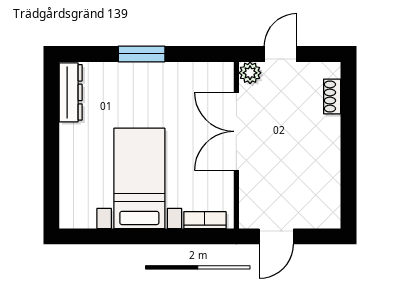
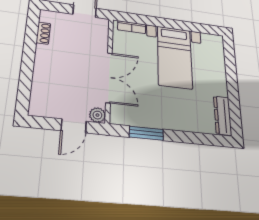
window: (142, 54) -> (146, 133), moved
shoe rack: (332, 97) -> (43, 33), moved

